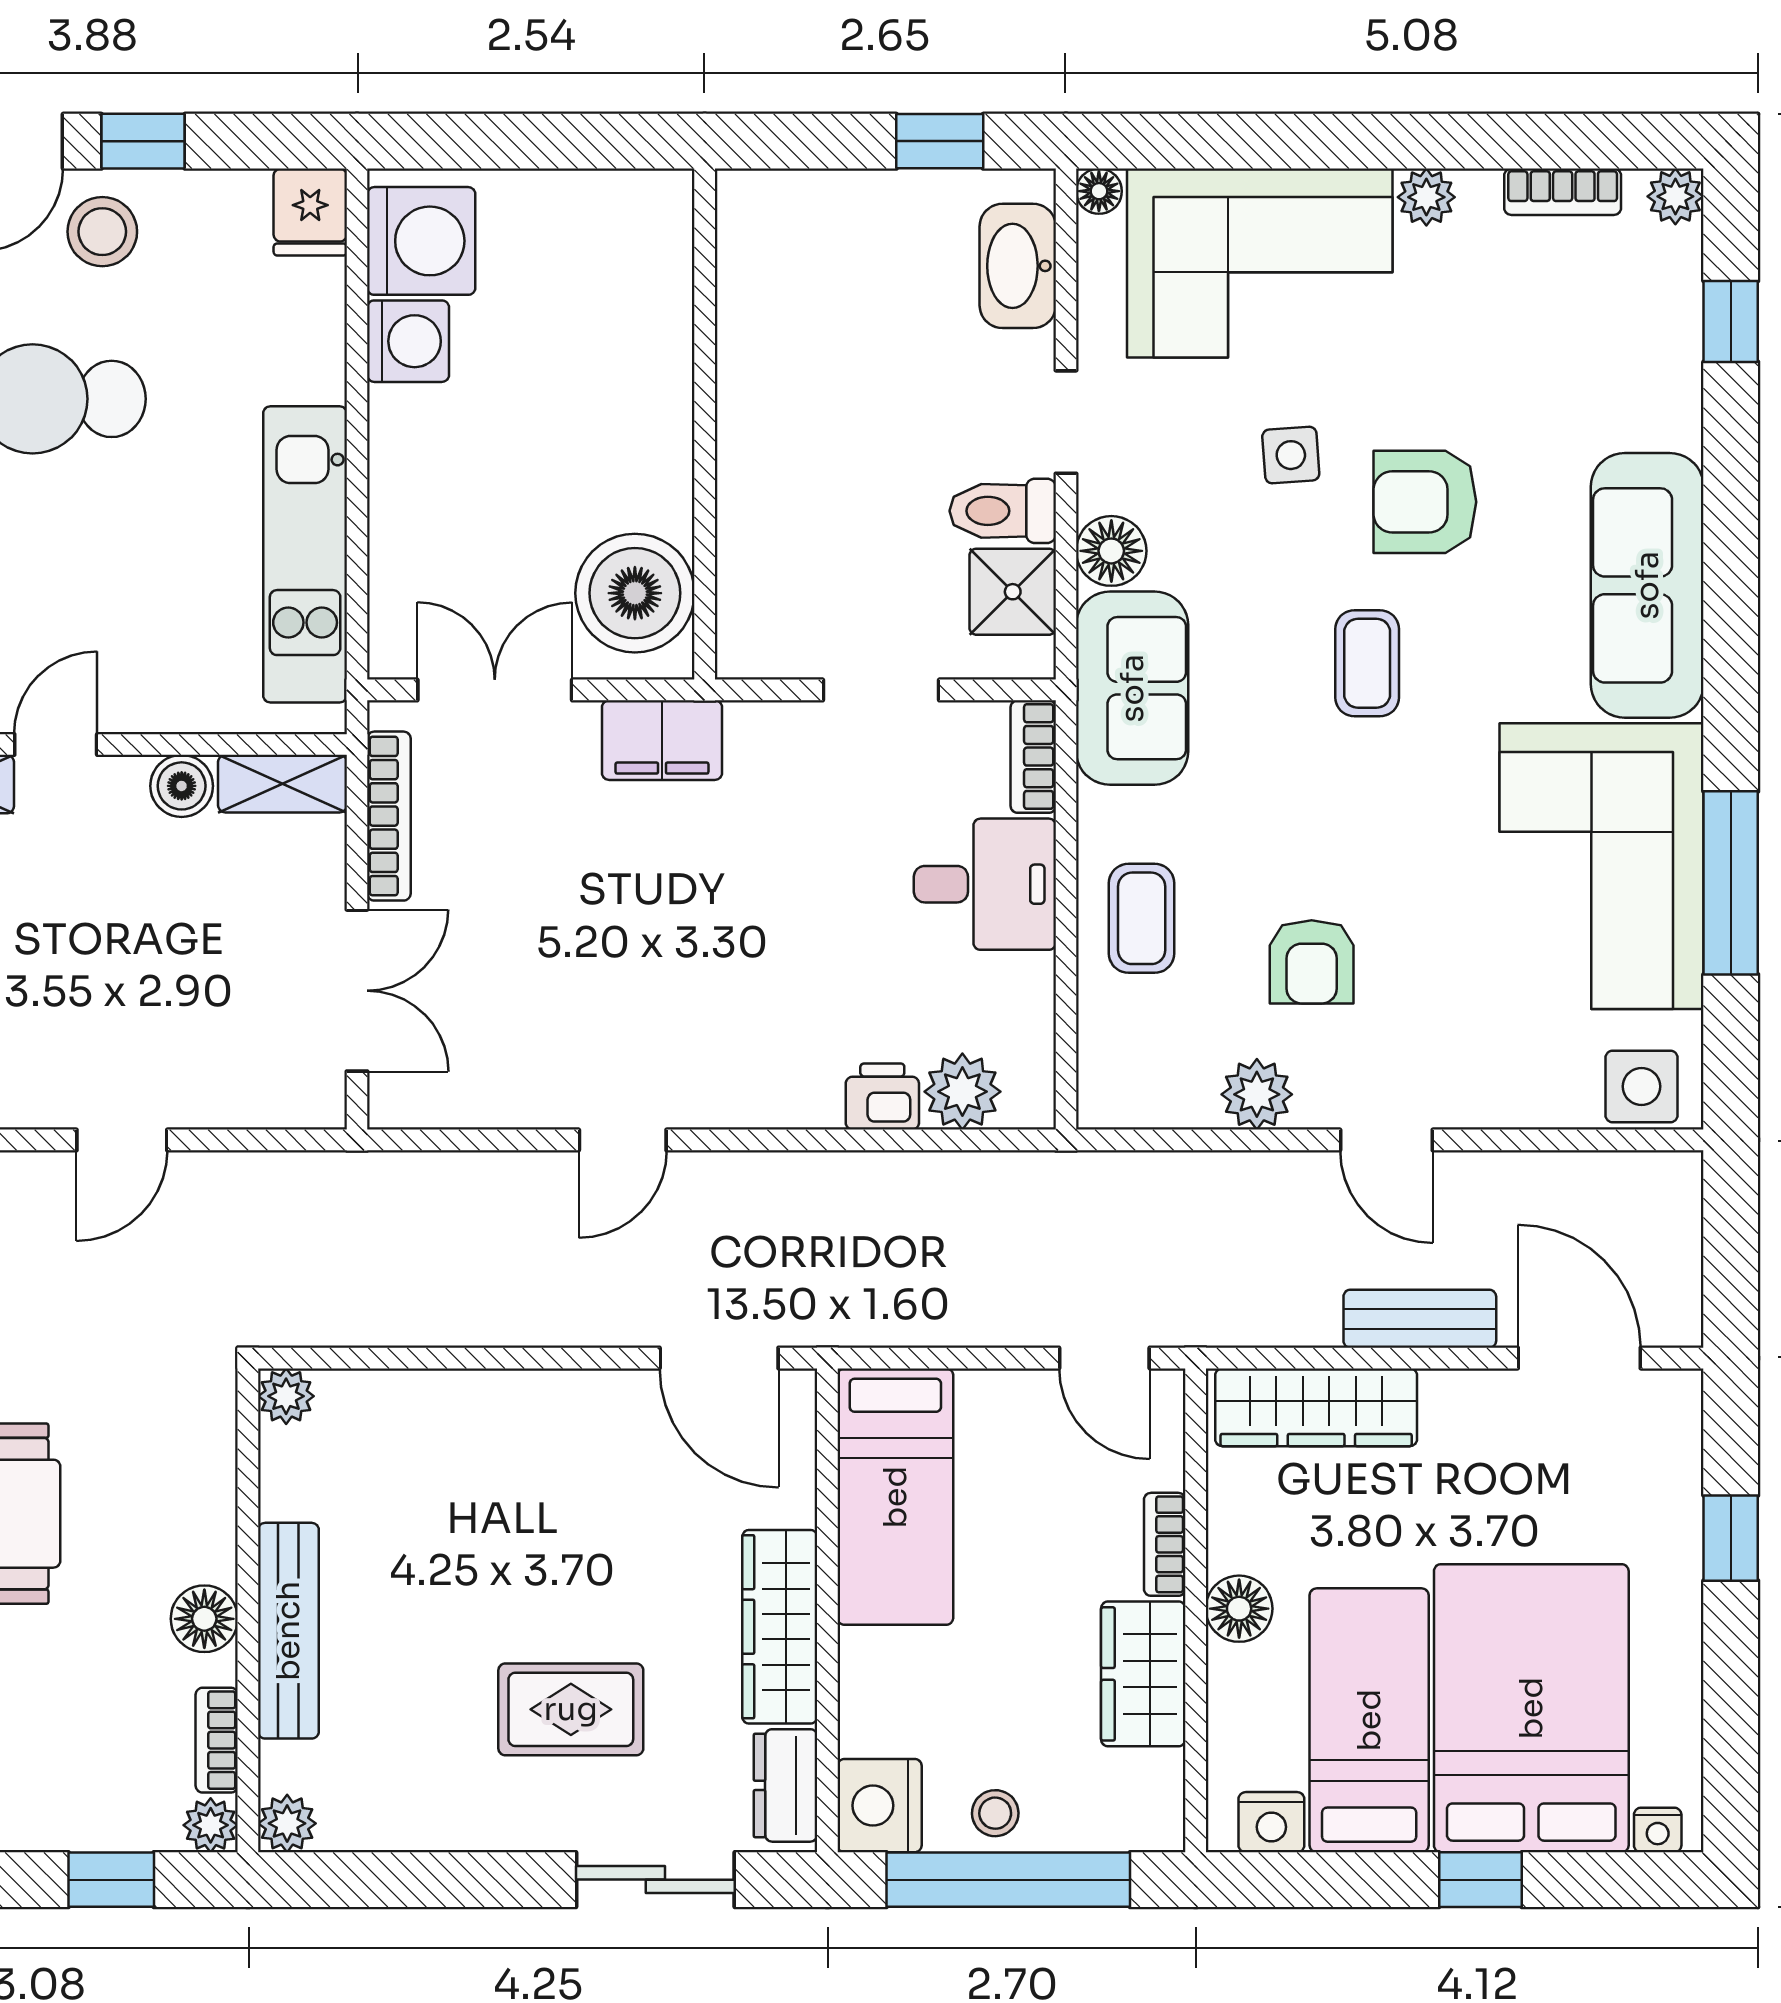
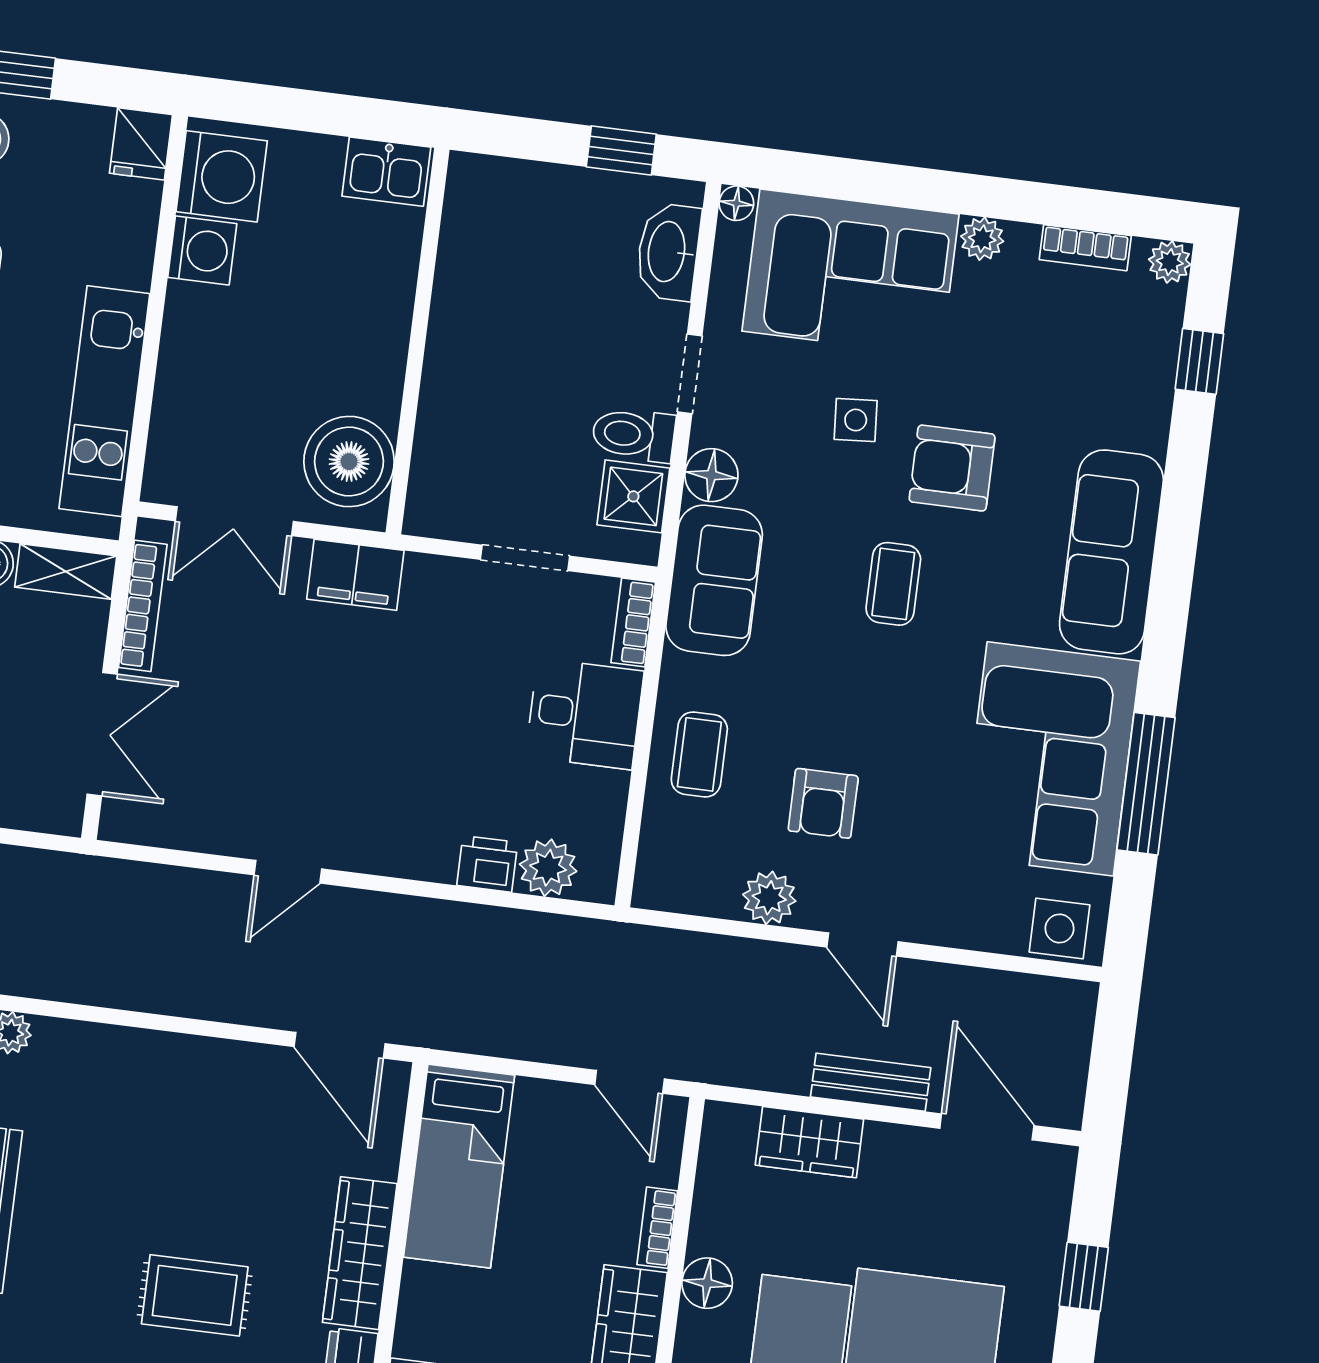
kitchen sink: (636, 208) -> (386, 172), added
double door: (495, 690) -> (234, 521), swing flipped
wardrobe: (1316, 1407) -> (809, 1142), width x0.67

